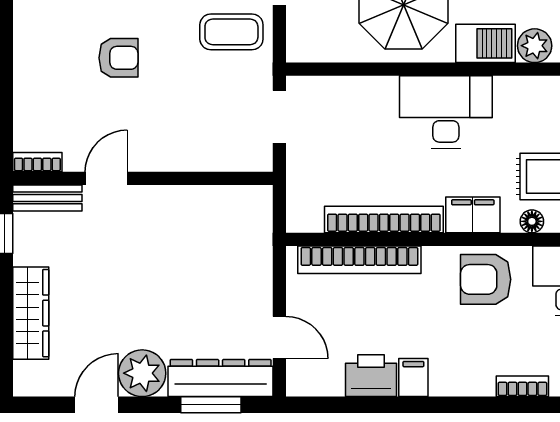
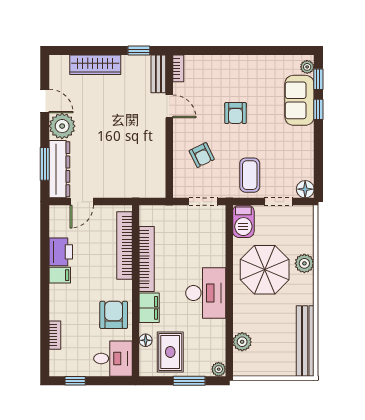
barbecue: (485, 43) -> (243, 221), moved
armchair: (195, 119) -> (202, 155), added

